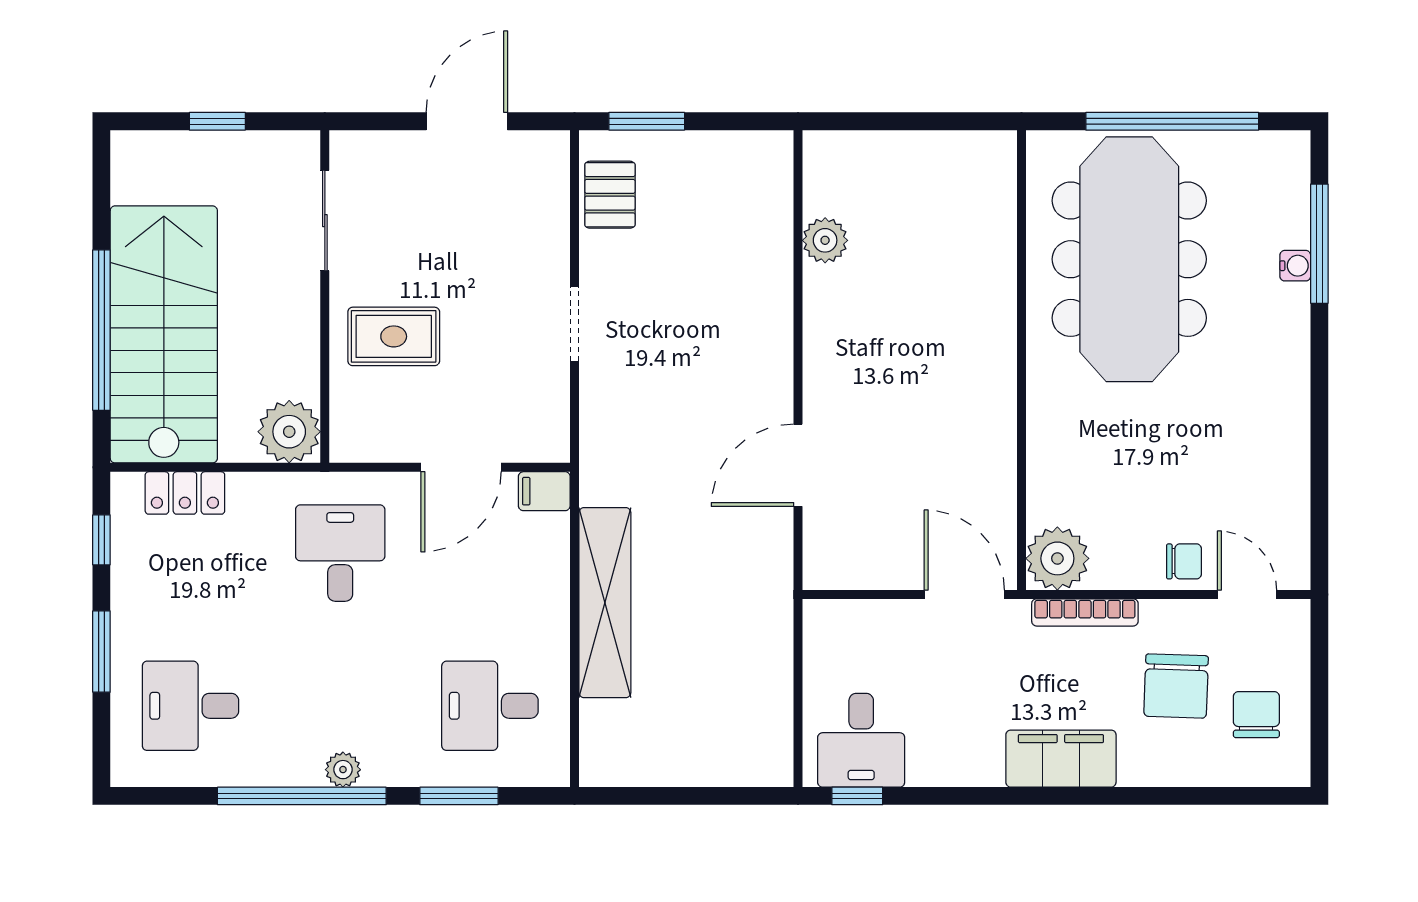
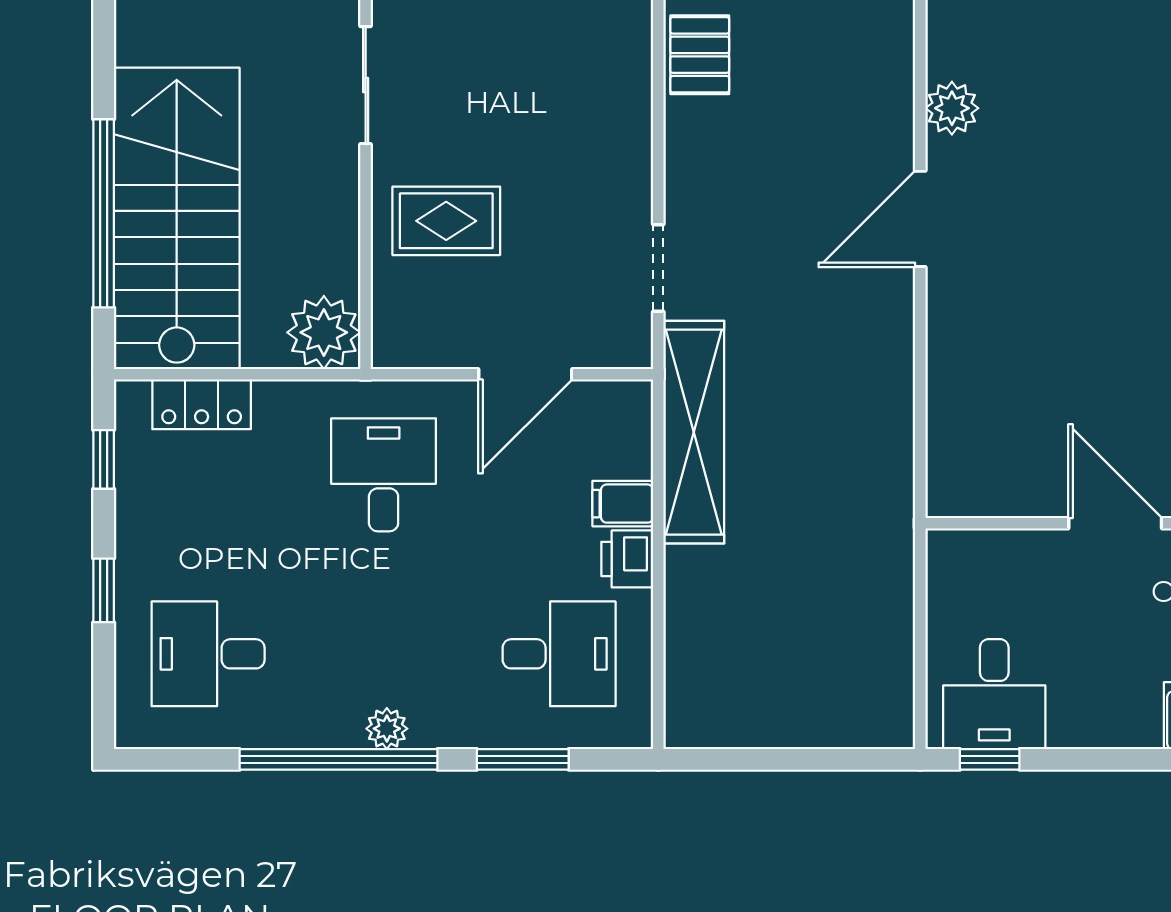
doorway: (575, 324) -> (658, 268), moved
door: (798, 465) -> (920, 219), moved
filing cabinet: (544, 491) -> (623, 504), moved
shelving: (605, 603) -> (694, 432), moved
printer: (548, 625) -> (627, 559), added
window: (101, 652) -> (104, 590), width x0.67
desk: (490, 706) -> (559, 654), turned 180

